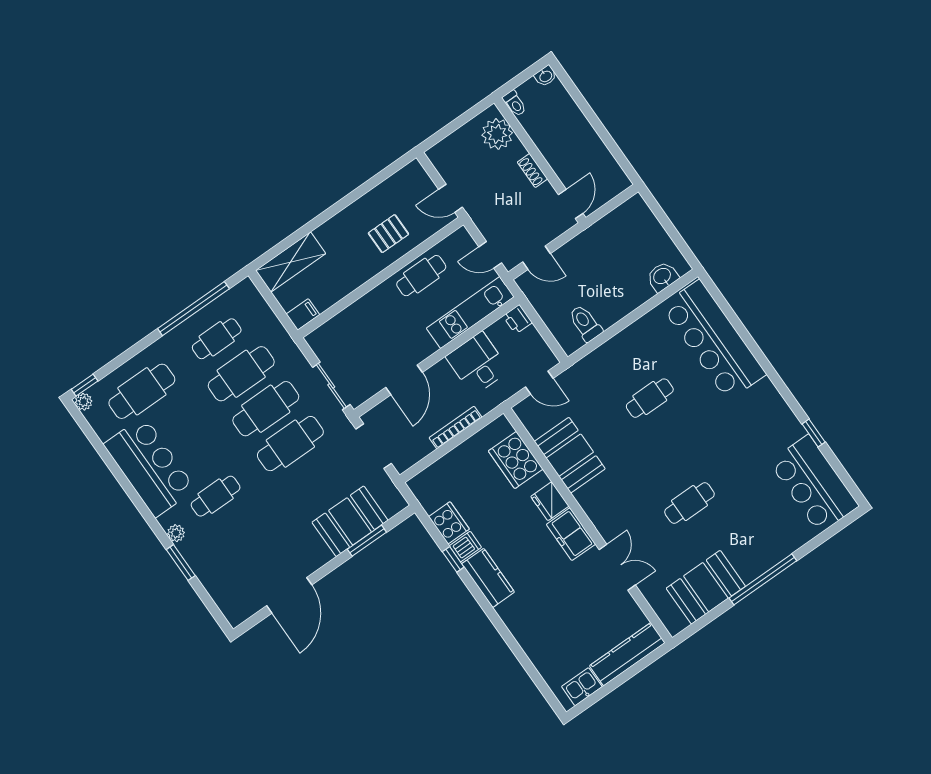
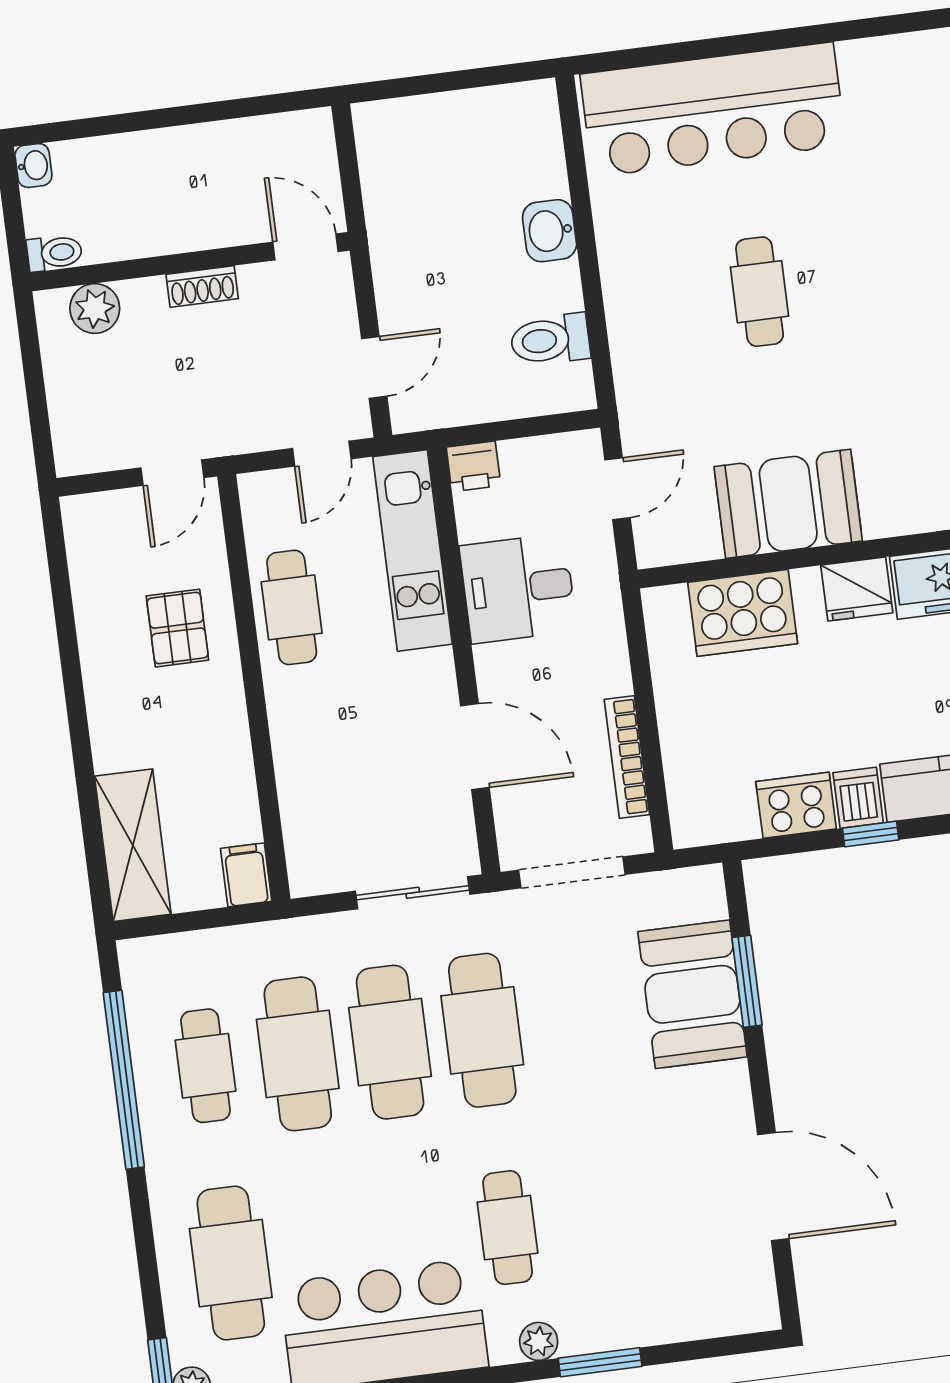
plant: (497, 134) -> (95, 308), width x0.73, depth x0.73
washbasin: (662, 277) -> (550, 231), moved
bookcase: (455, 428) -> (627, 757), moved

